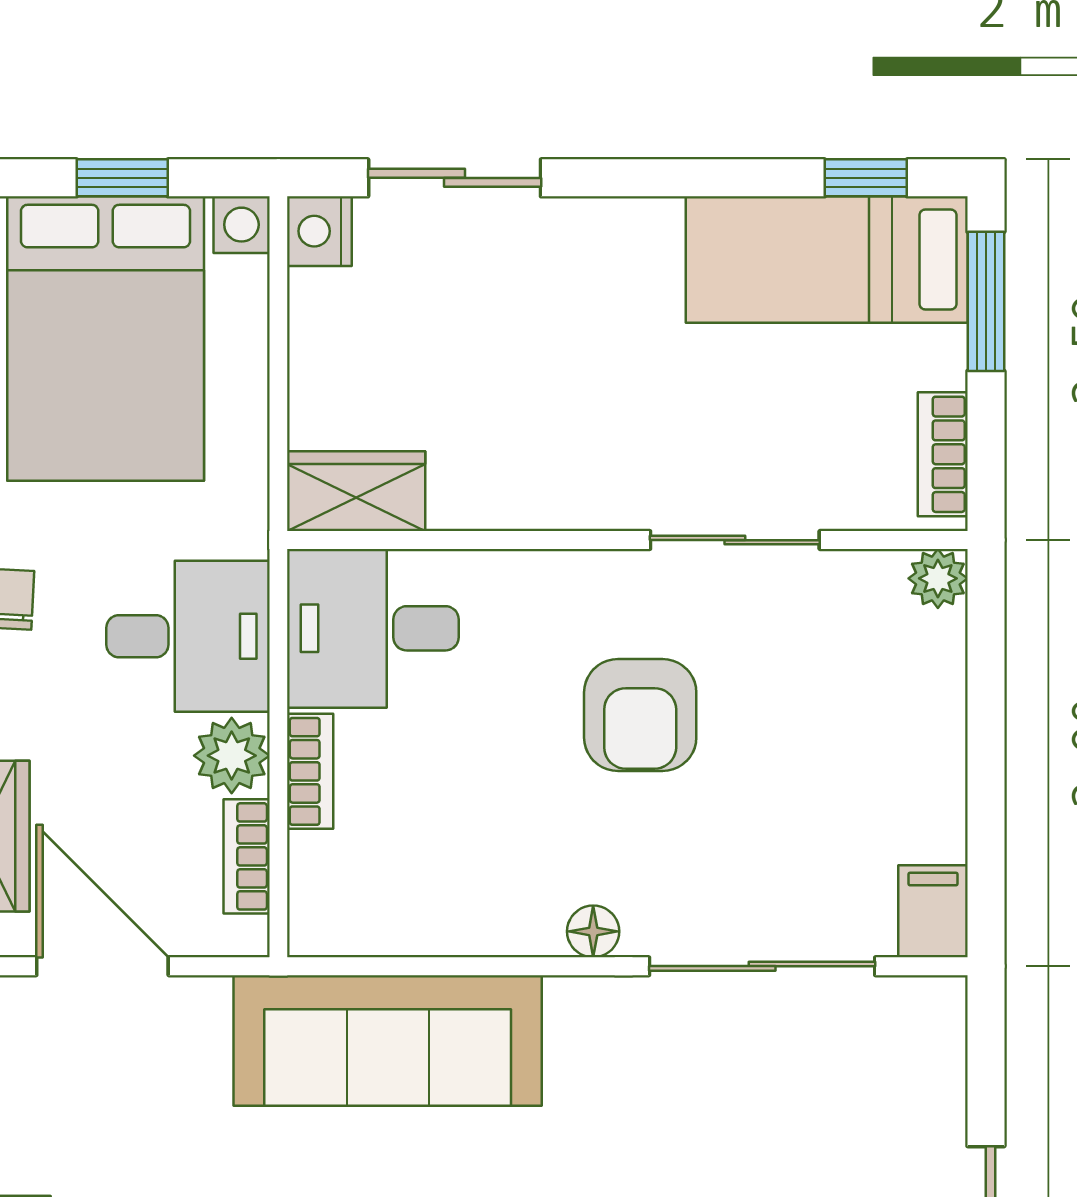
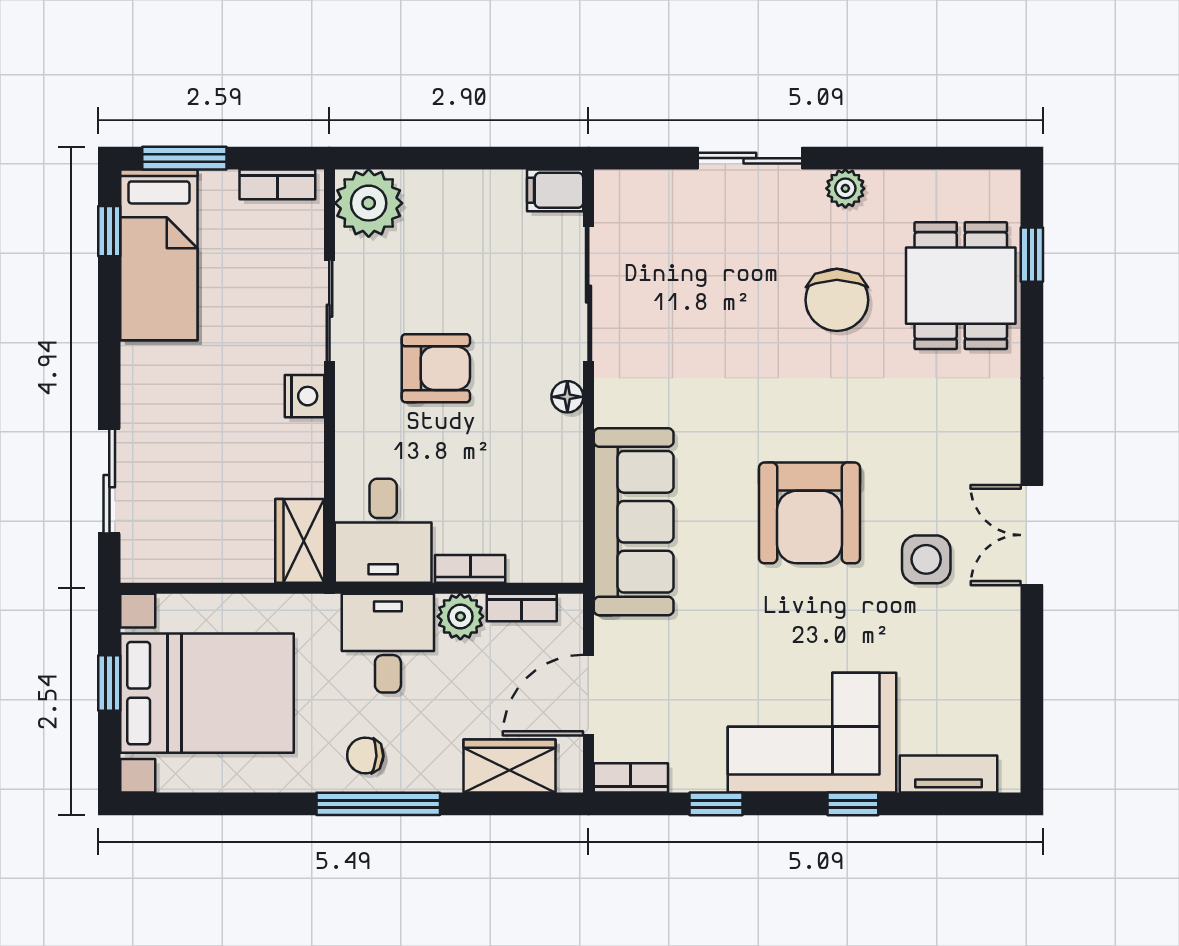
nightstand: (319, 231) -> (305, 396), moved, turned -90
plant: (938, 578) -> (369, 203), width x1.87, depth x1.87

